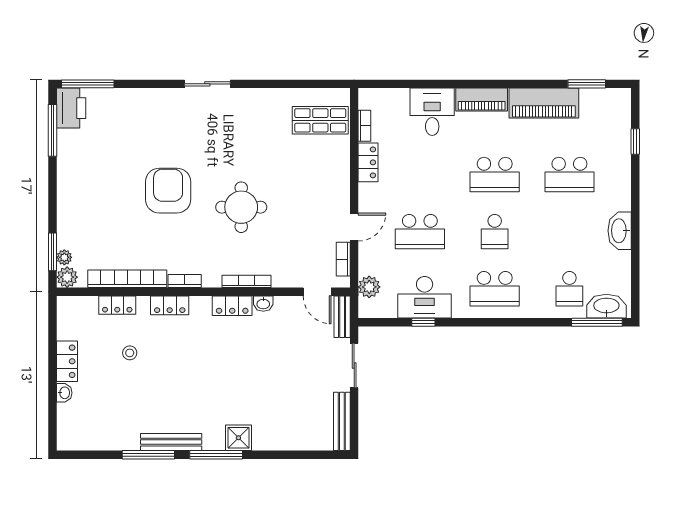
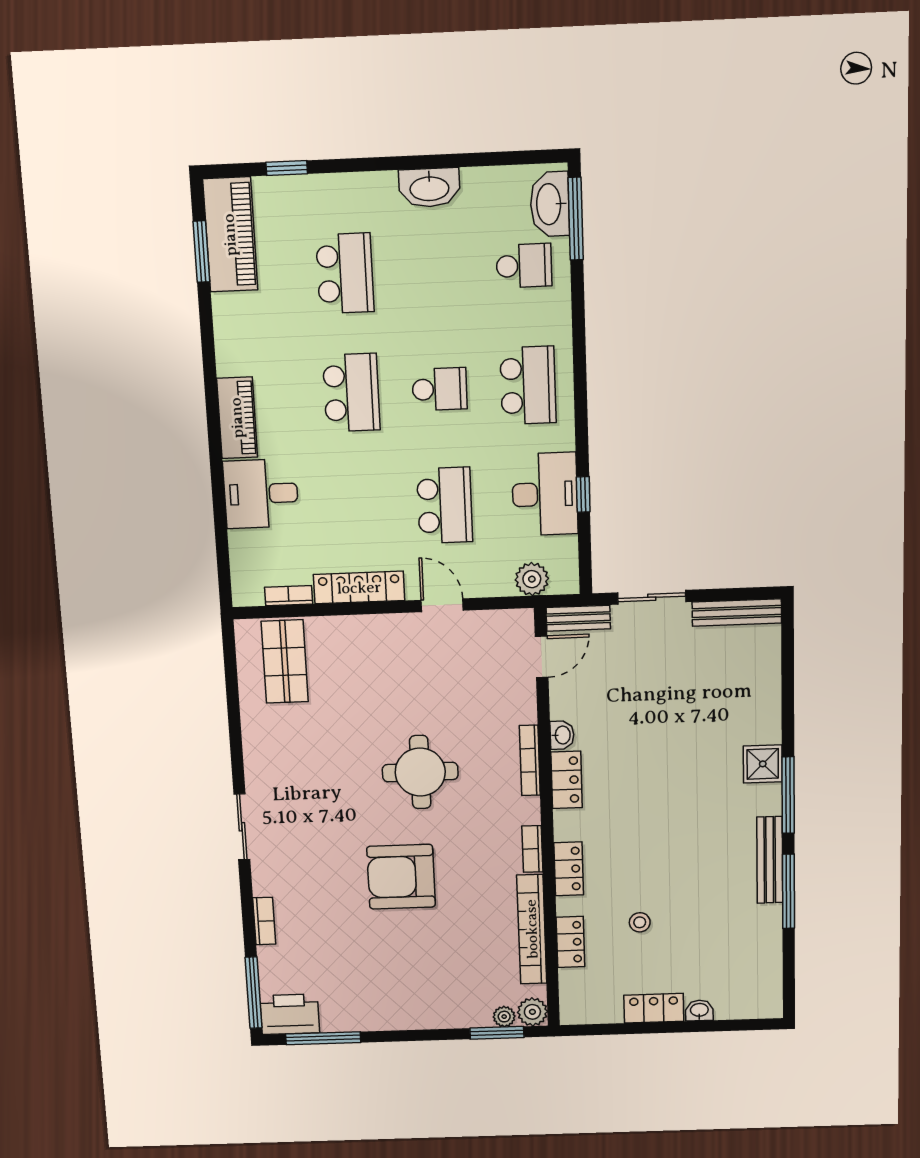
piano: (544, 103) -> (230, 235), moved
locker: (368, 162) -> (359, 588), width x1.53
bookcase: (343, 259) -> (264, 921), moved, turned -90

